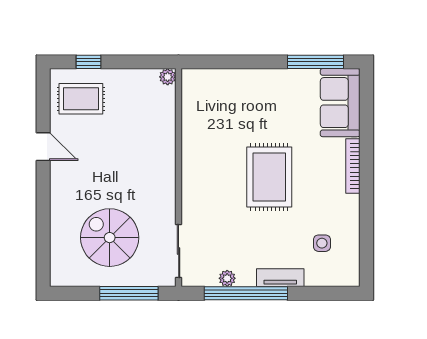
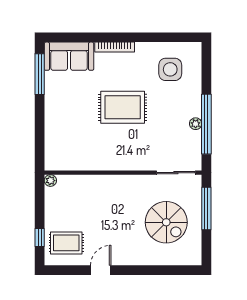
rug: (81, 99) -> (66, 243), turned 90
spiral stairs: (110, 238) -> (166, 222), turned -90
side table: (322, 243) -> (170, 69), width x1.87, depth x1.87
plant: (227, 278) -> (196, 124), moved
tv unit: (280, 278) -> (195, 99), removed

